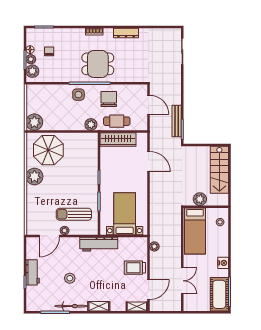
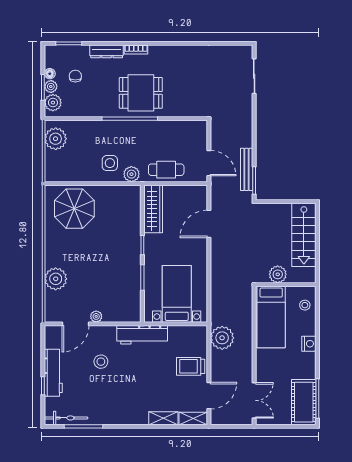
dresser: (126, 33) -> (107, 51), moved
side table: (78, 95) -> (110, 163), moved
chair: (109, 99) -> (155, 140), removed
door: (149, 105) -> (209, 163), moved
plant: (34, 122) -> (56, 139), moved
wardrobe: (118, 140) -> (153, 209), moved, turned -90
door: (149, 162) -> (209, 224), swing flipped
plant: (34, 176) -> (56, 279), moved
sun lounger: (74, 214) -> (109, 295), removed
plant: (154, 246) -> (222, 338), width x1.88, depth x1.88
nightstand: (223, 263) -> (309, 344), moved
workbench: (33, 272) -> (53, 373), width x1.38
stool: (70, 278) -> (101, 362), moved
double door: (182, 281) -> (254, 400), moved
bicycle: (71, 306) -> (66, 418), moved
shelving: (99, 306) -> (163, 418), moved

